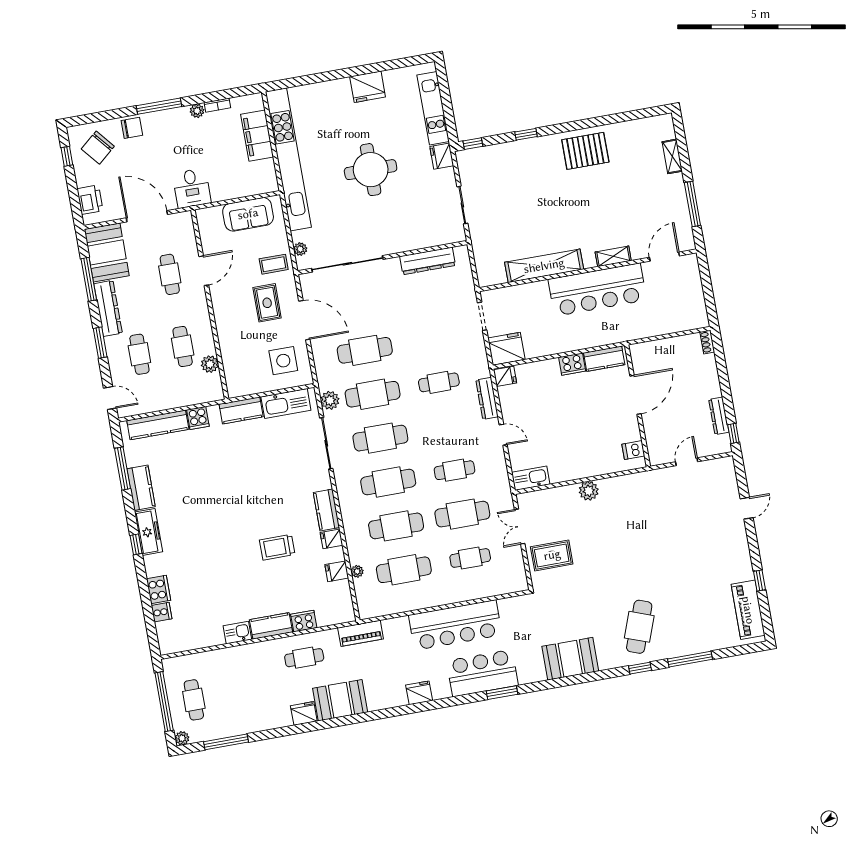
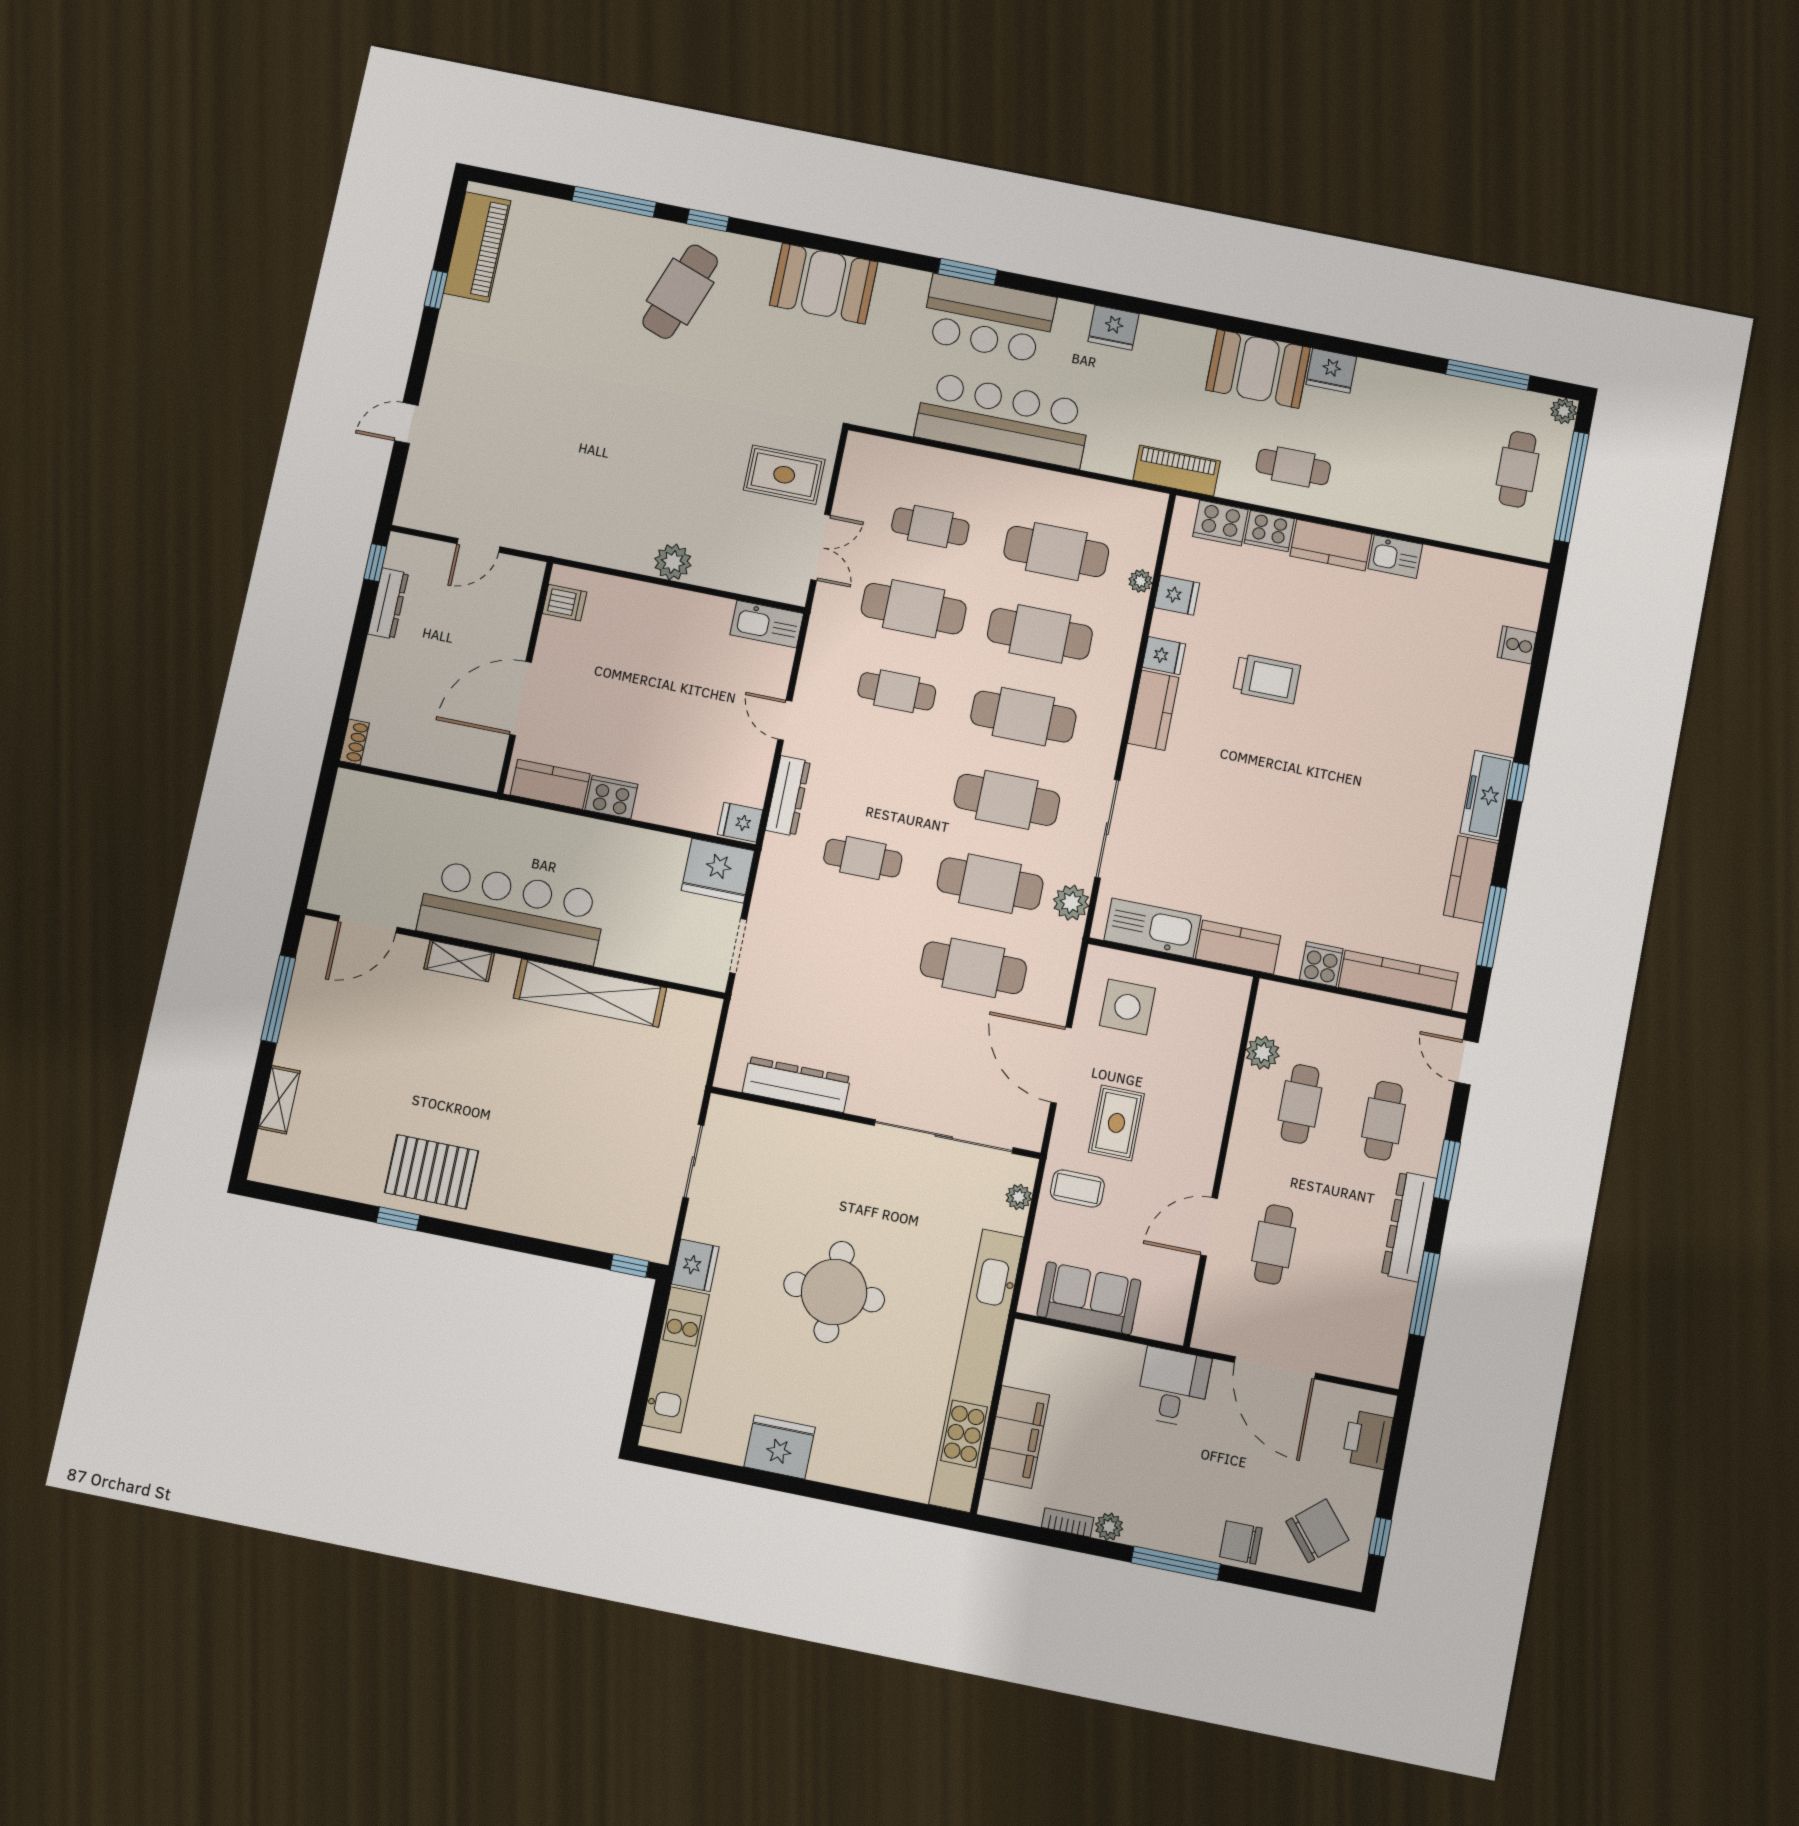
window: (526, 134) -> (398, 1219), moved
booth: (107, 252) -> (1373, 1330), removed
cooker: (158, 589) -> (1220, 523), moved, turned -90

